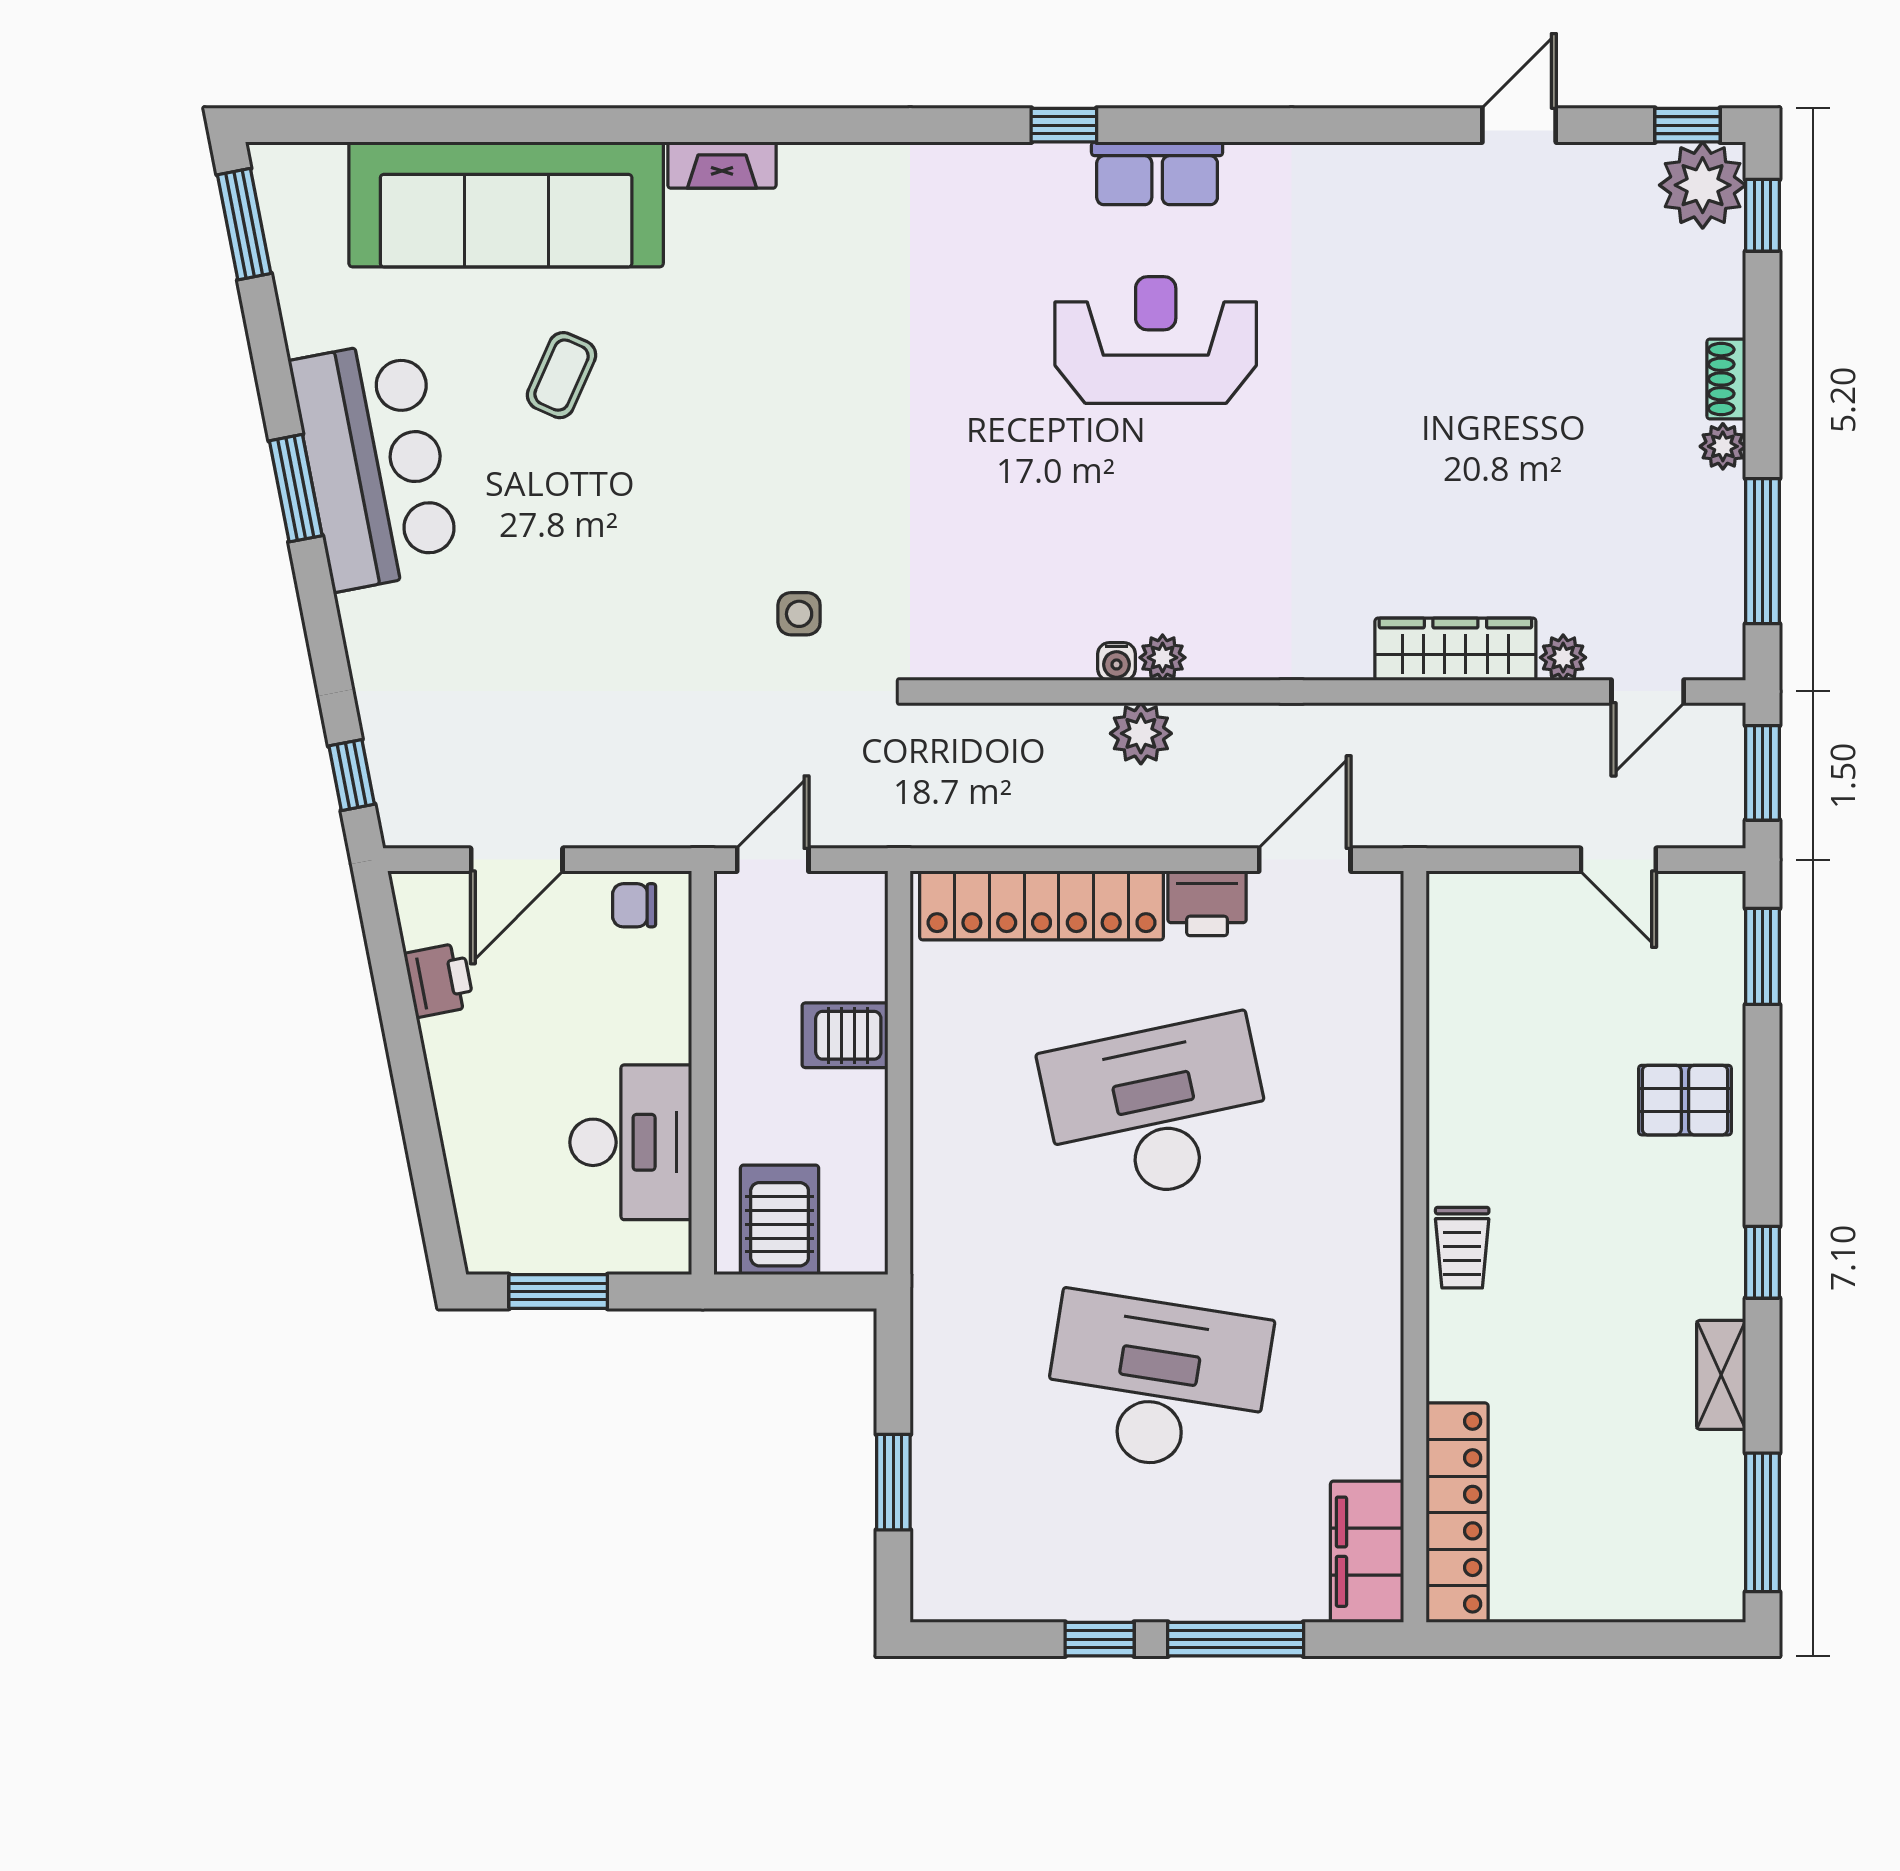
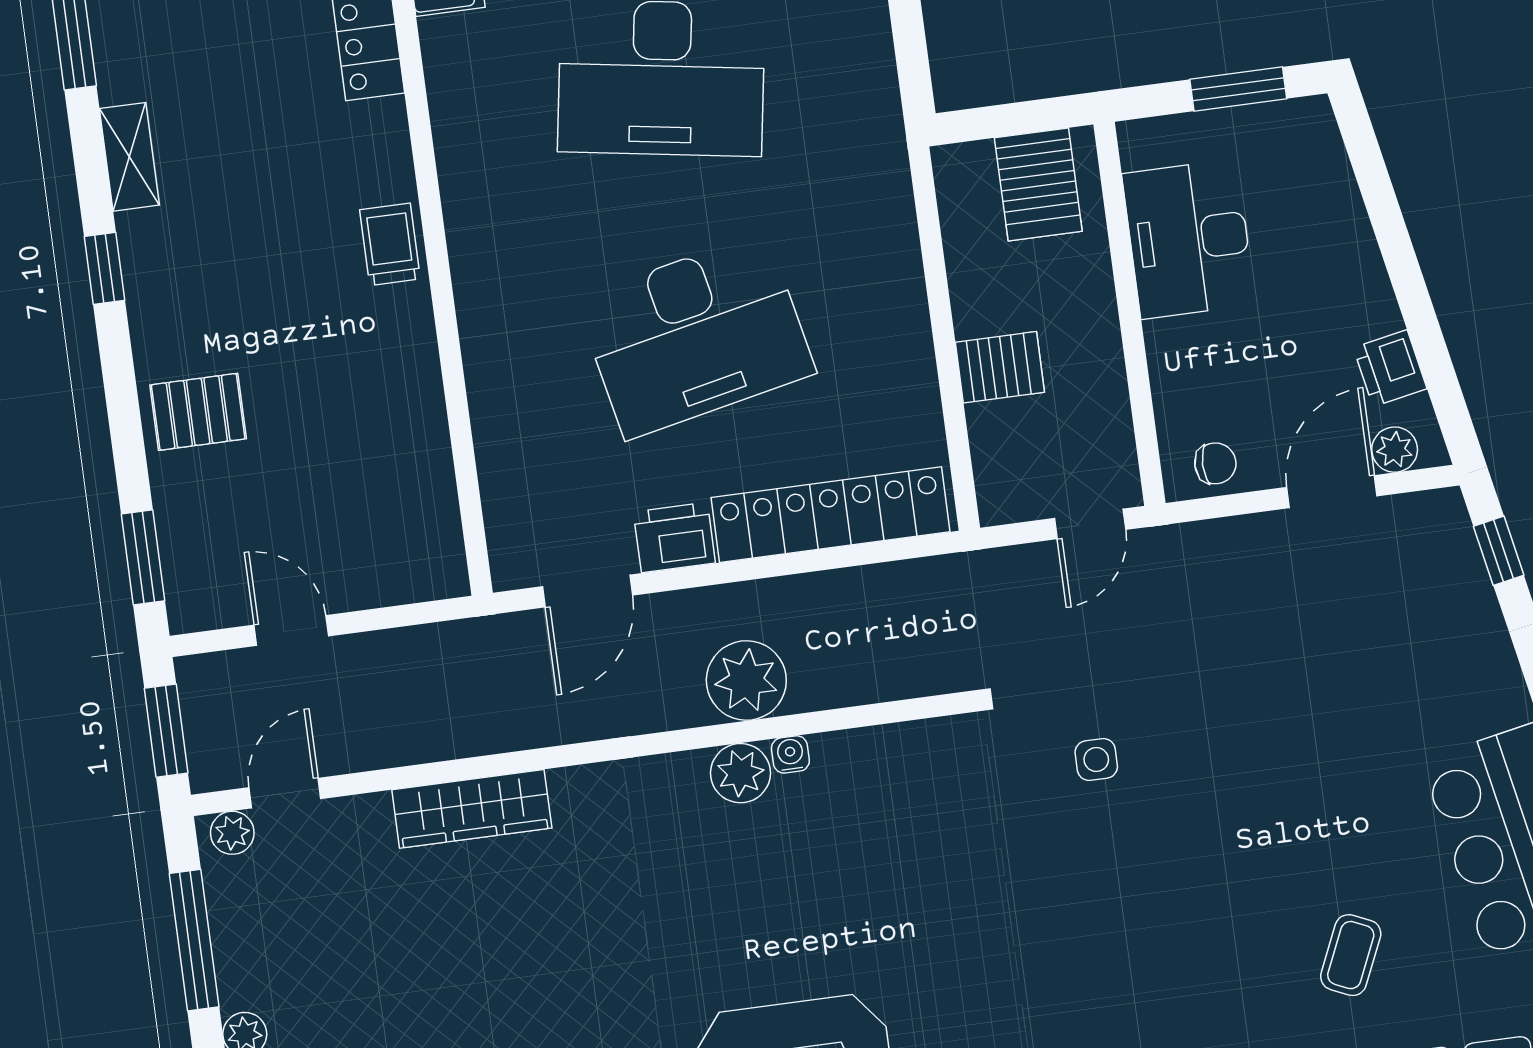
plant: (1163, 658) -> (740, 773), width x1.38, depth x1.38
plant: (1563, 658) -> (232, 833), moved
plant: (1141, 733) -> (746, 680), width x1.36, depth x1.36
plant: (446, 895) -> (1395, 450), added

